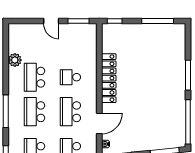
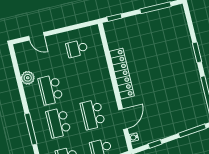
door: (51, 21) -> (36, 36), moved
window: (79, 21) -> (80, 26), removed
window: (188, 75) -> (197, 52), width x0.69
school desk: (70, 77) -> (77, 49), moved

